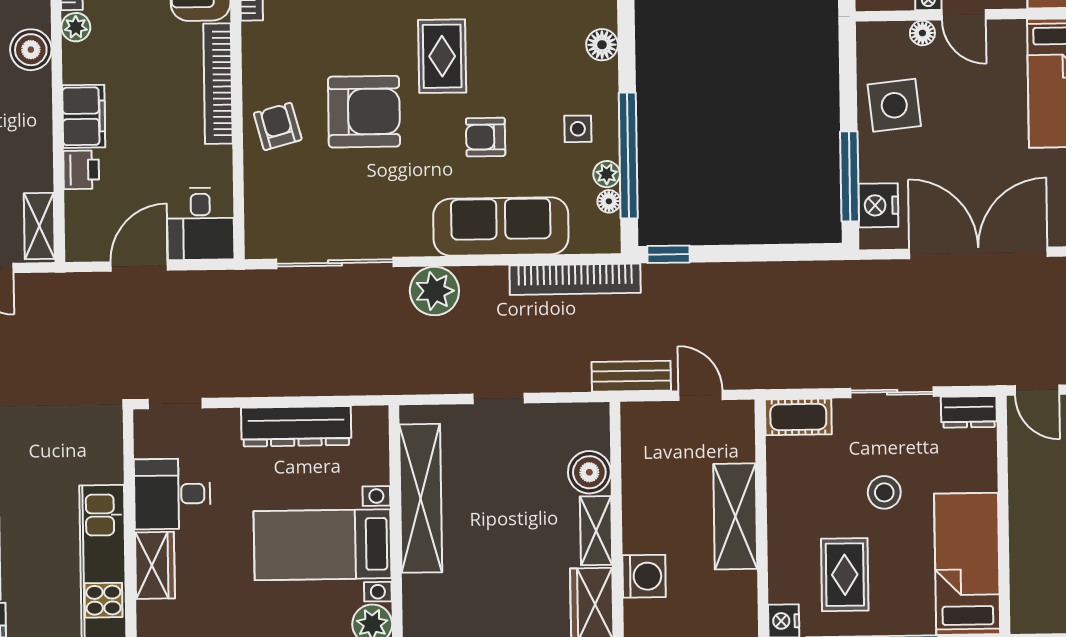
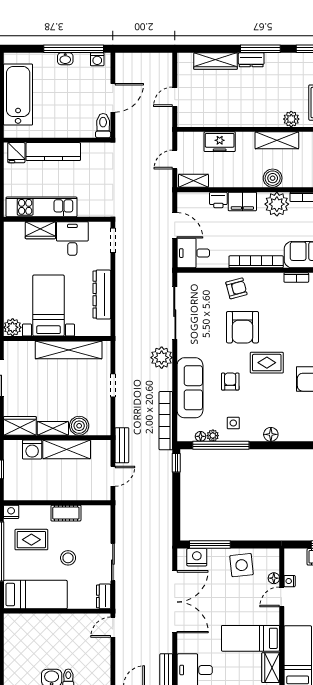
plant: (76, 27) -> (277, 204), width x1.88, depth x1.88
cot: (798, 417) -> (66, 513), moved, turned 90
shelving: (735, 516) -> (67, 449), moved

